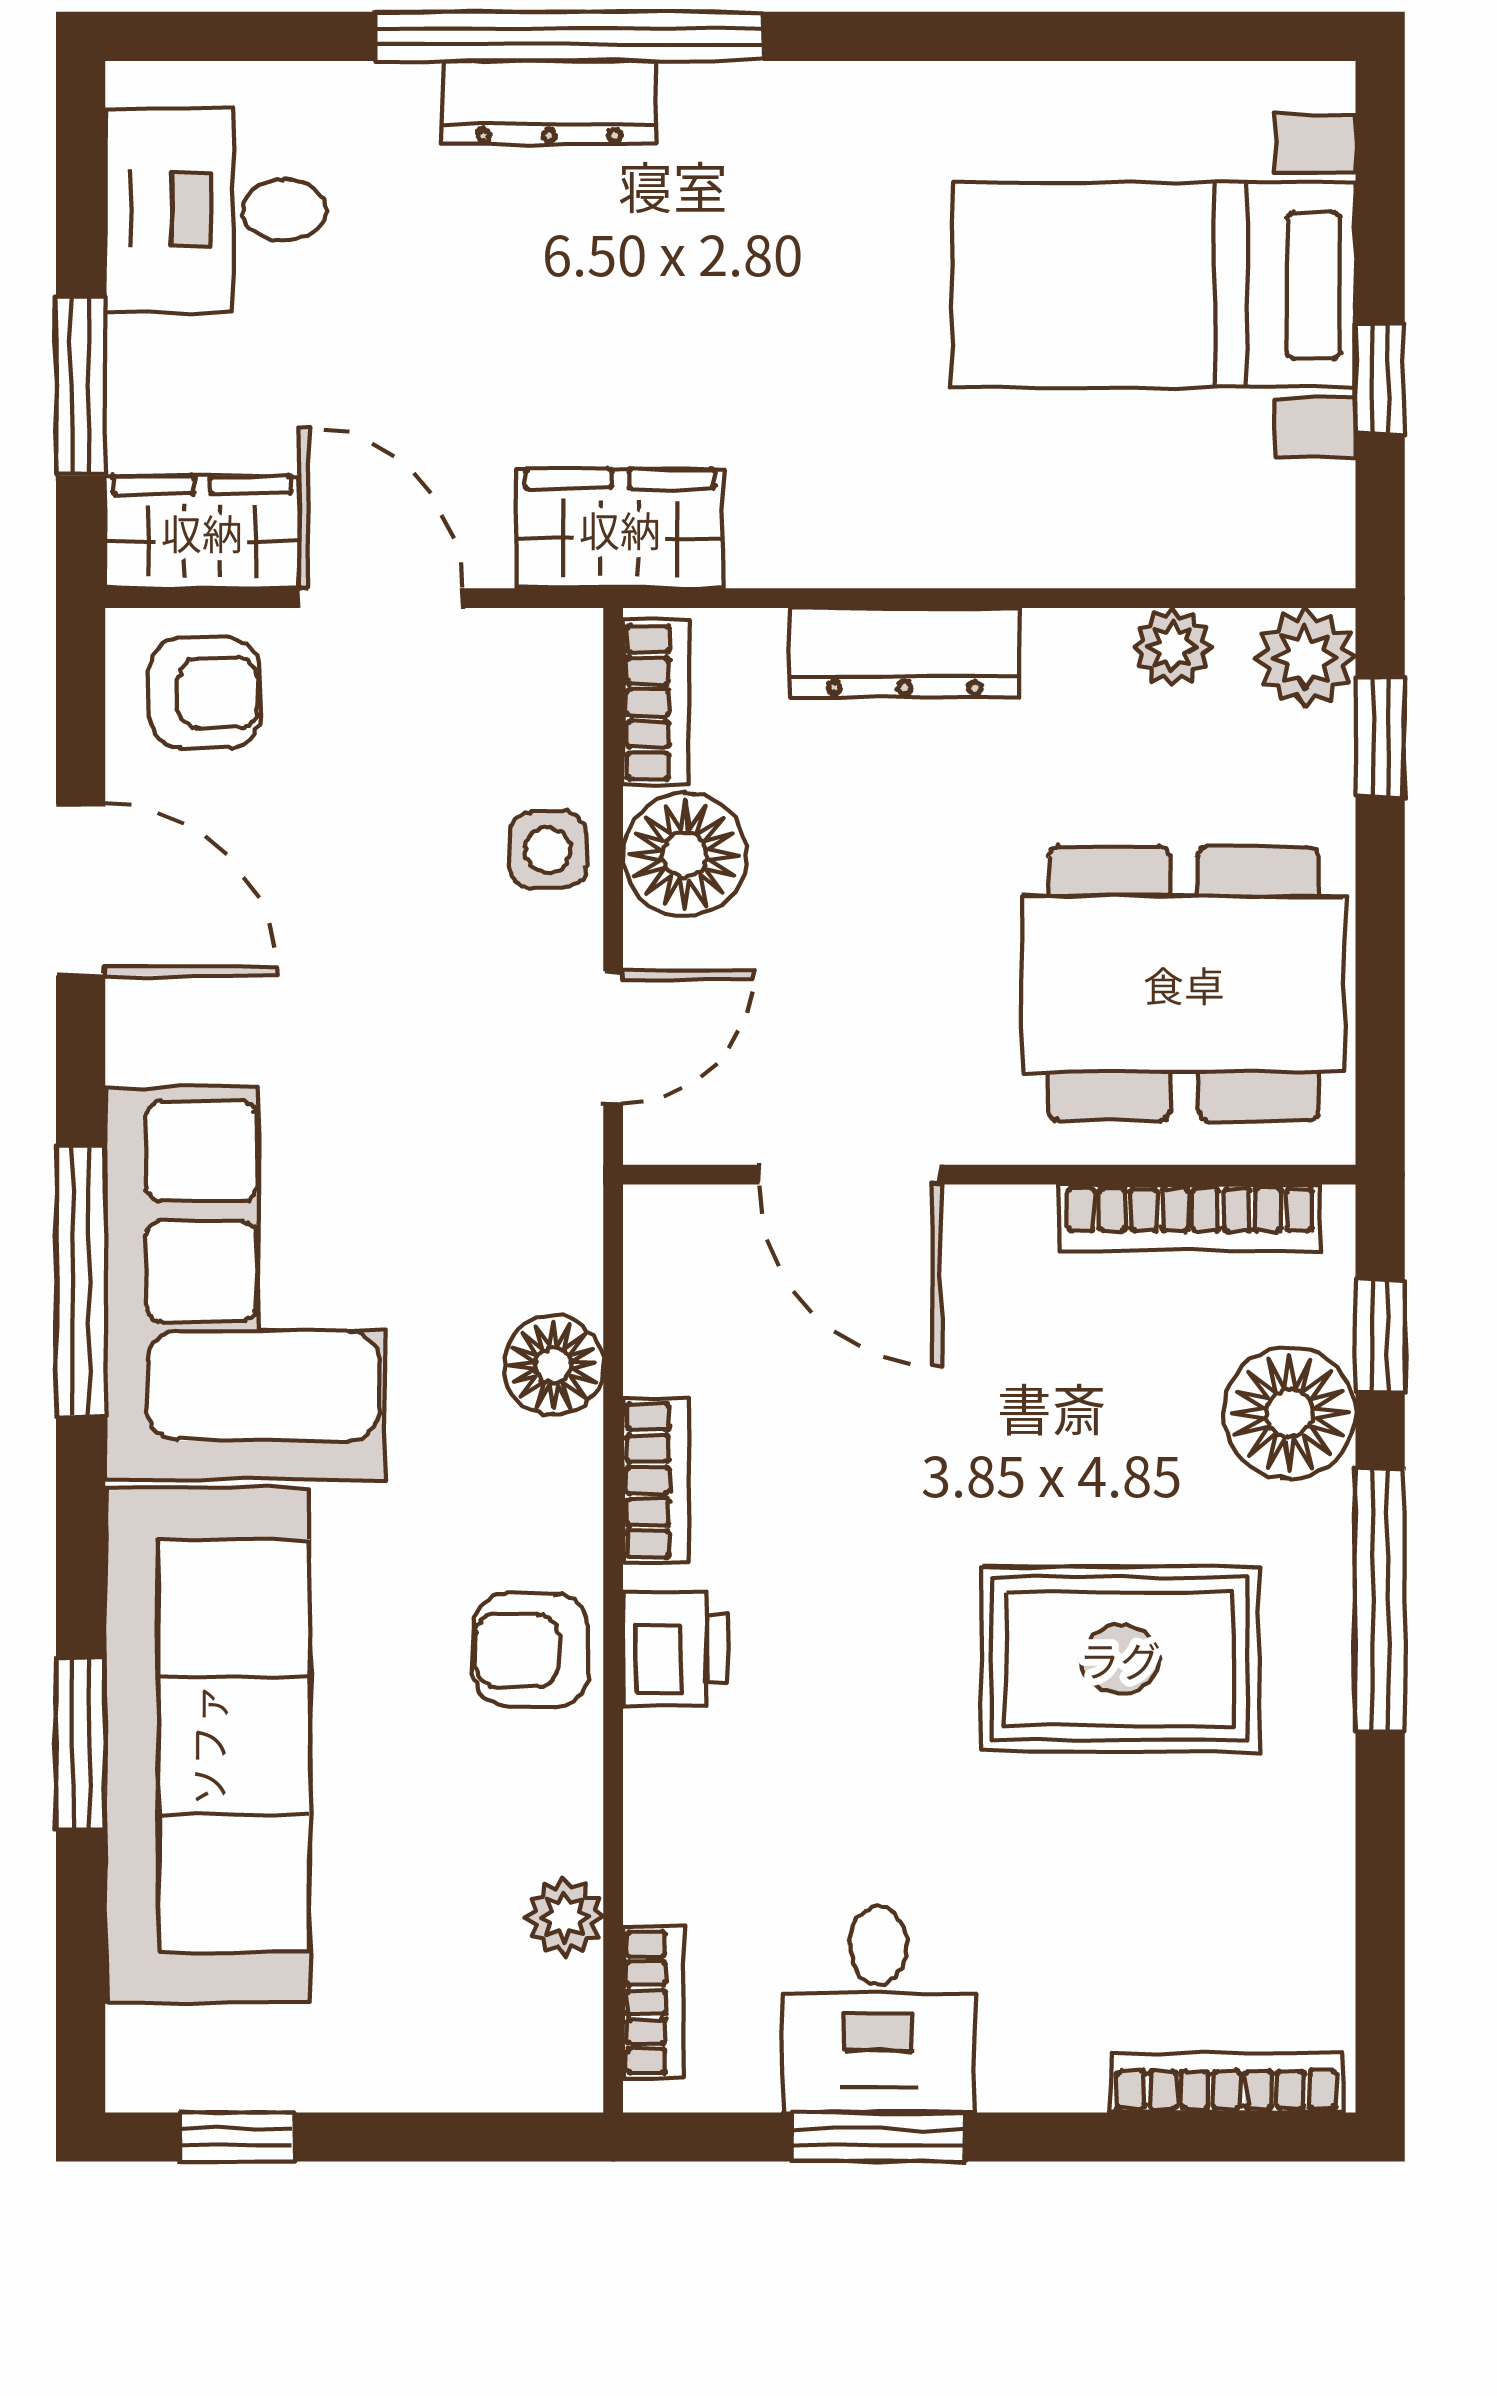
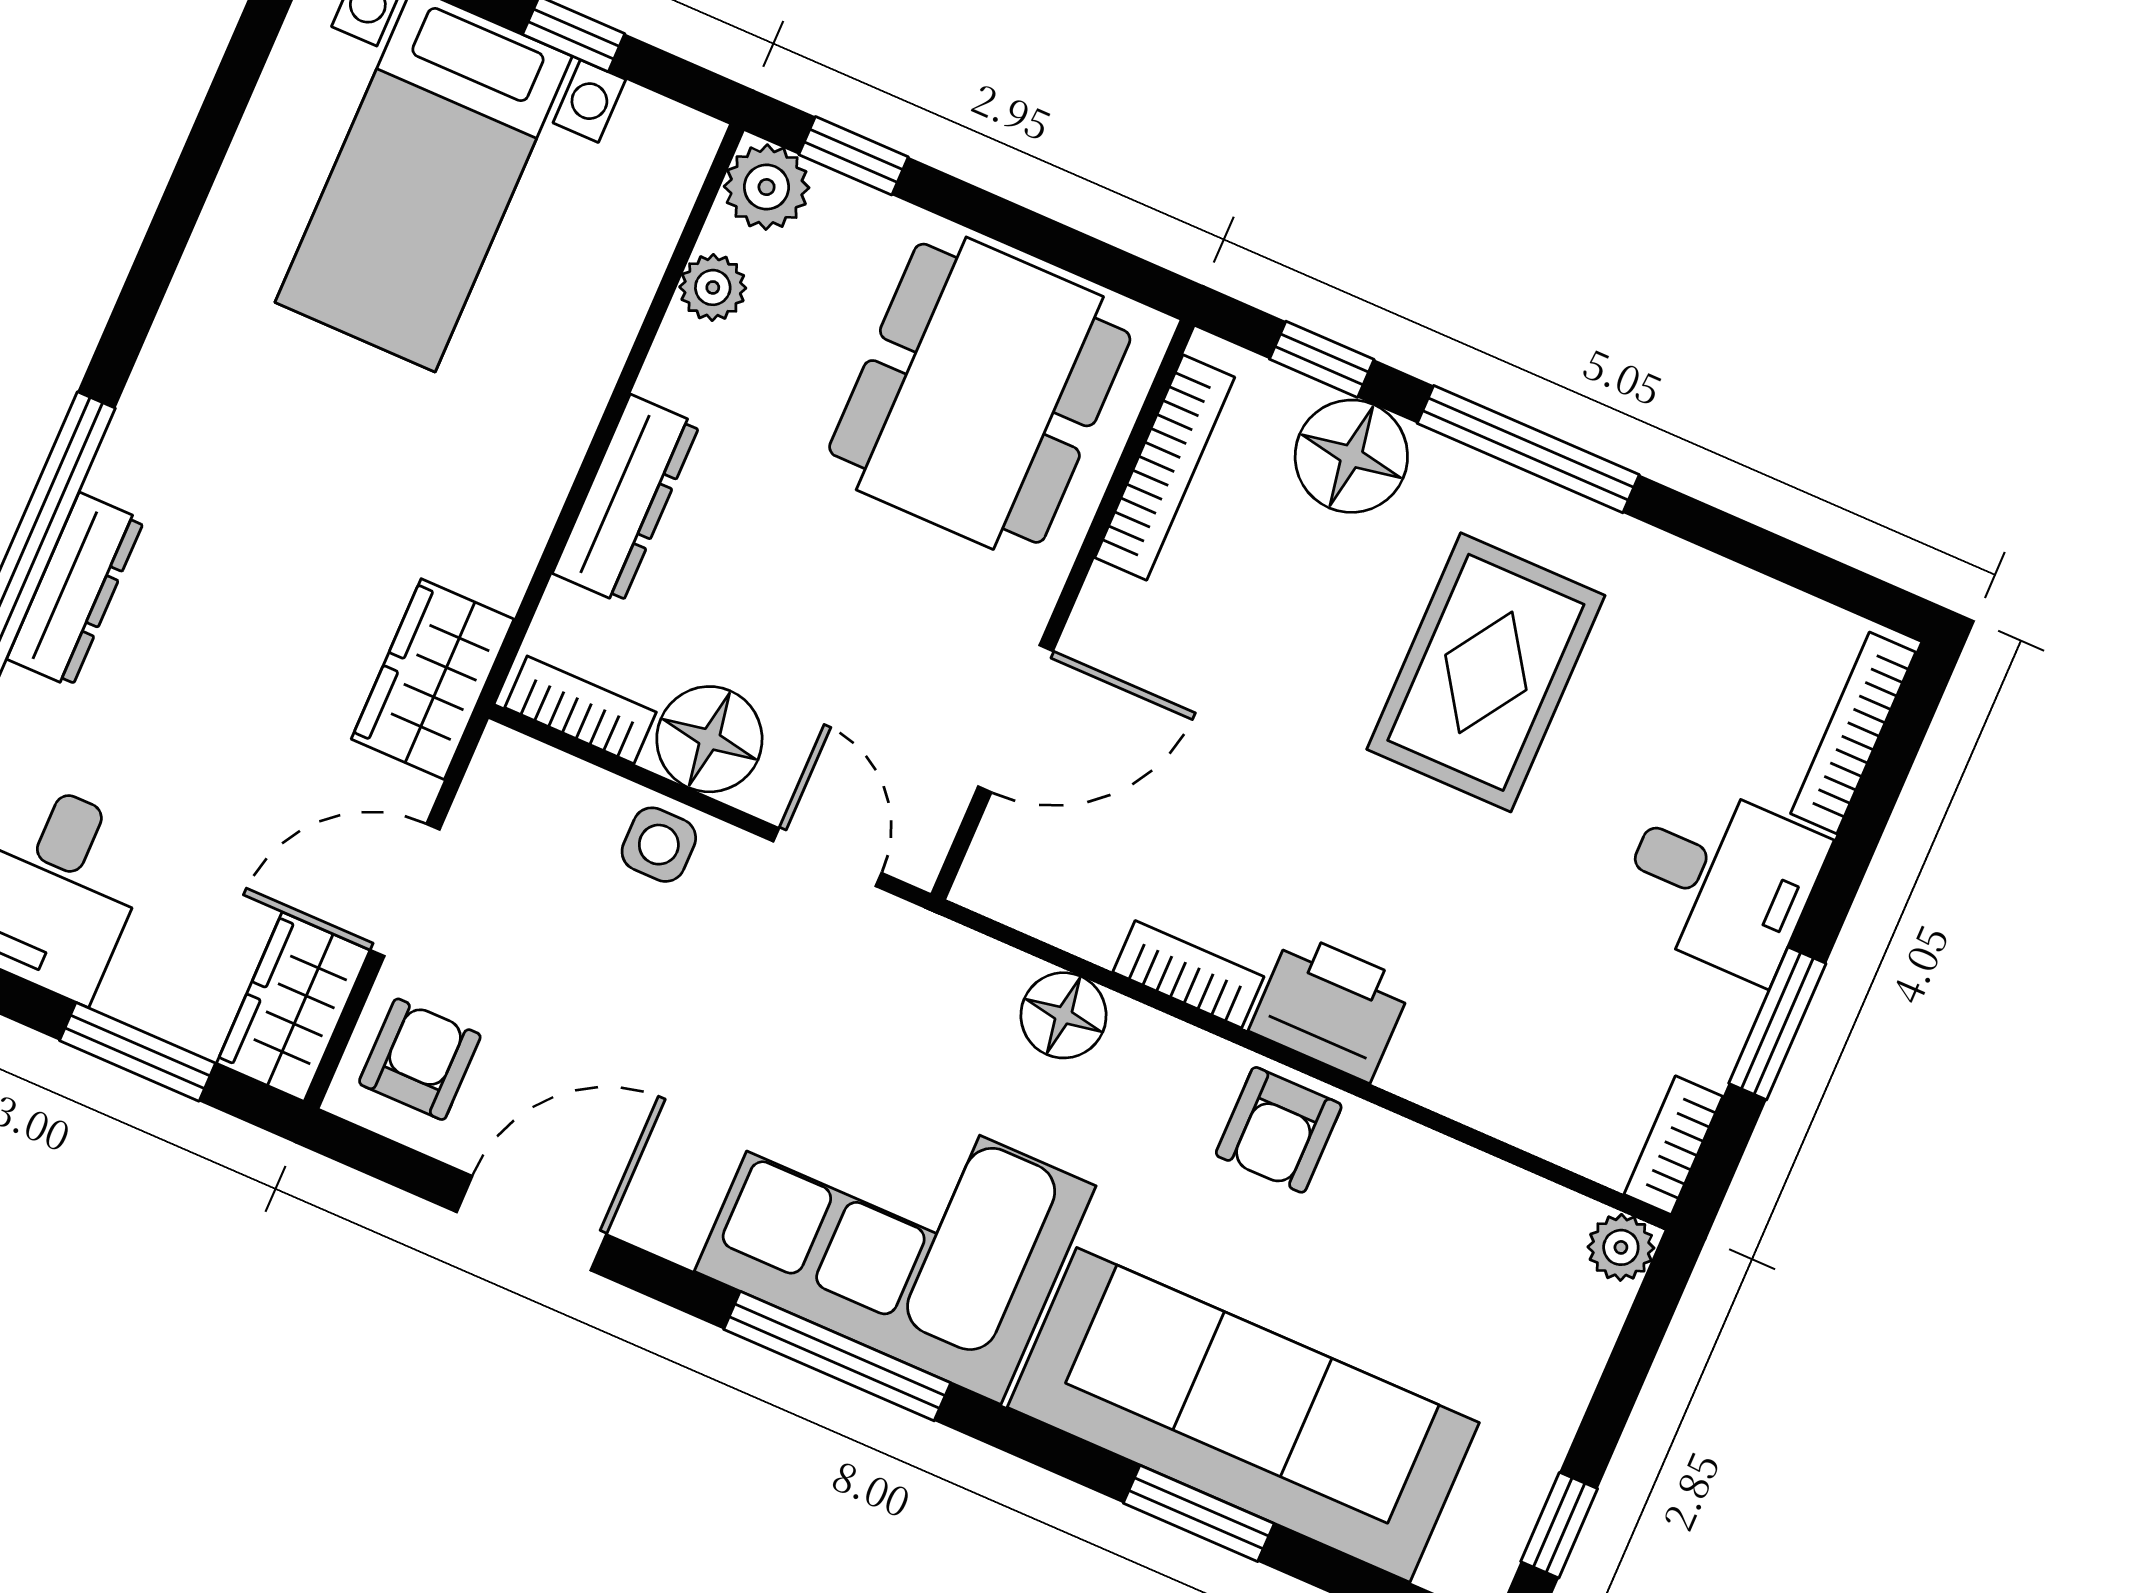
printer: (675, 1649) -> (1331, 1007), width x1.36, depth x1.24
plant: (564, 1917) -> (1621, 1247), moved
bookcase: (653, 2002) -> (1673, 1145), moved, turned -90
desk: (878, 2009) -> (1721, 880), moved

